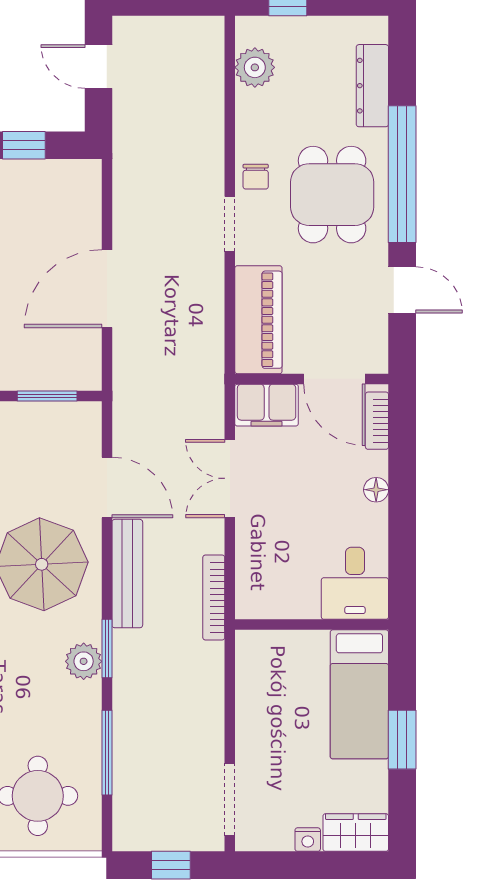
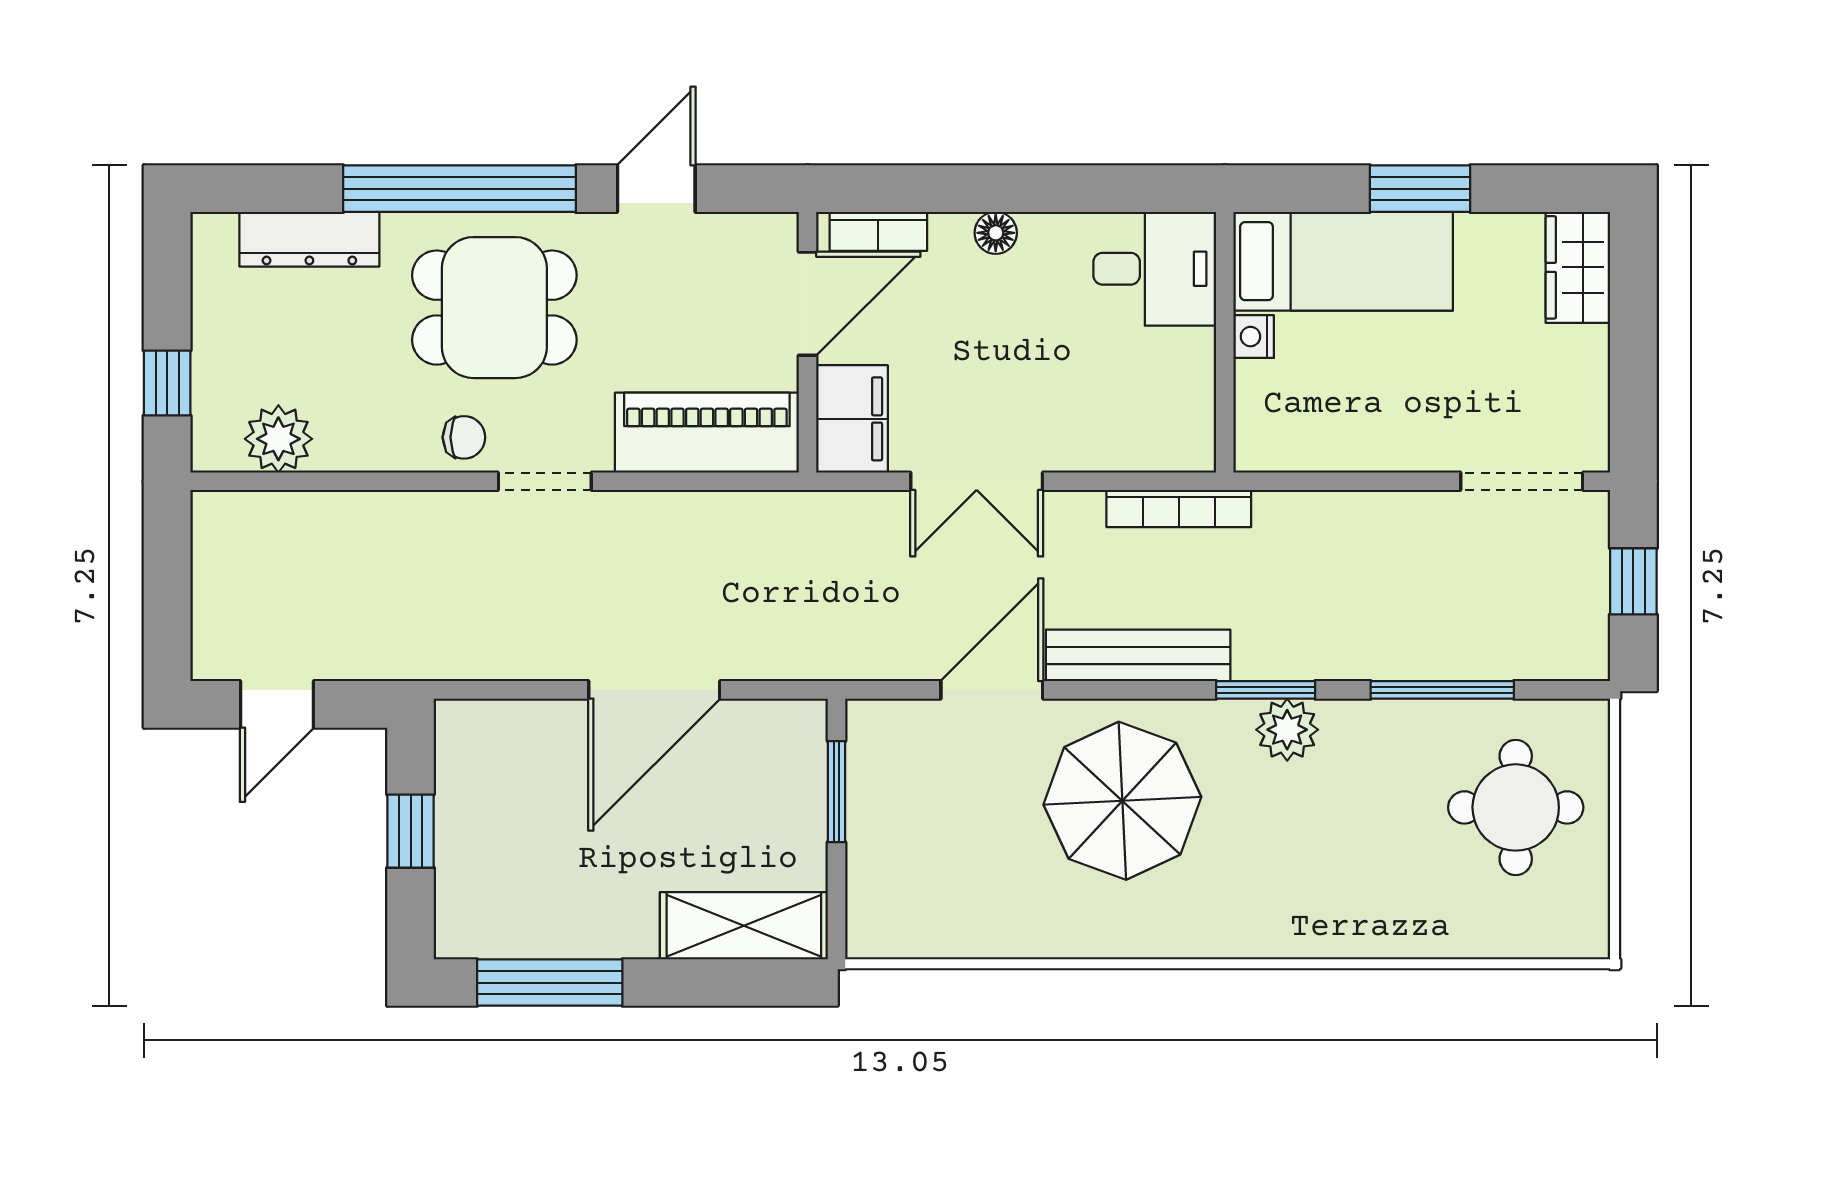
door: (107, 289) -> (654, 690), hinge flipped
nightstand: (308, 840) -> (1254, 337), moved, turned 180

